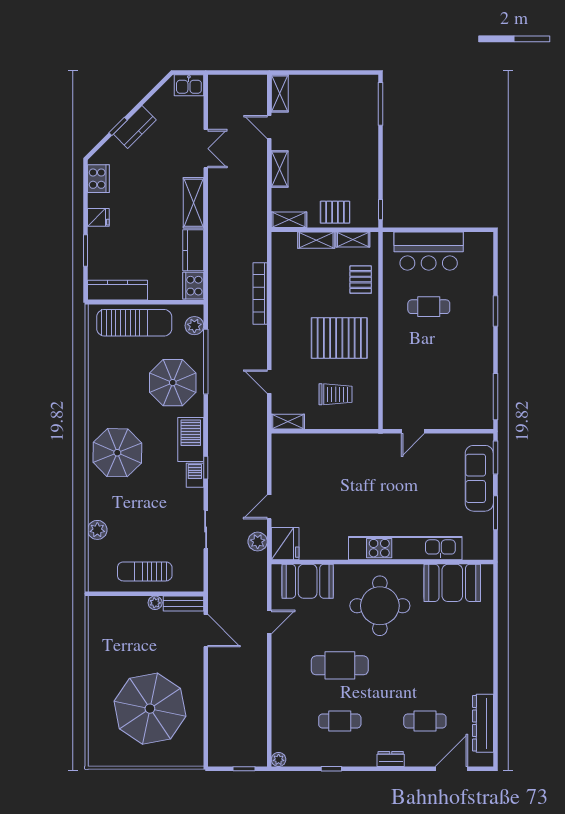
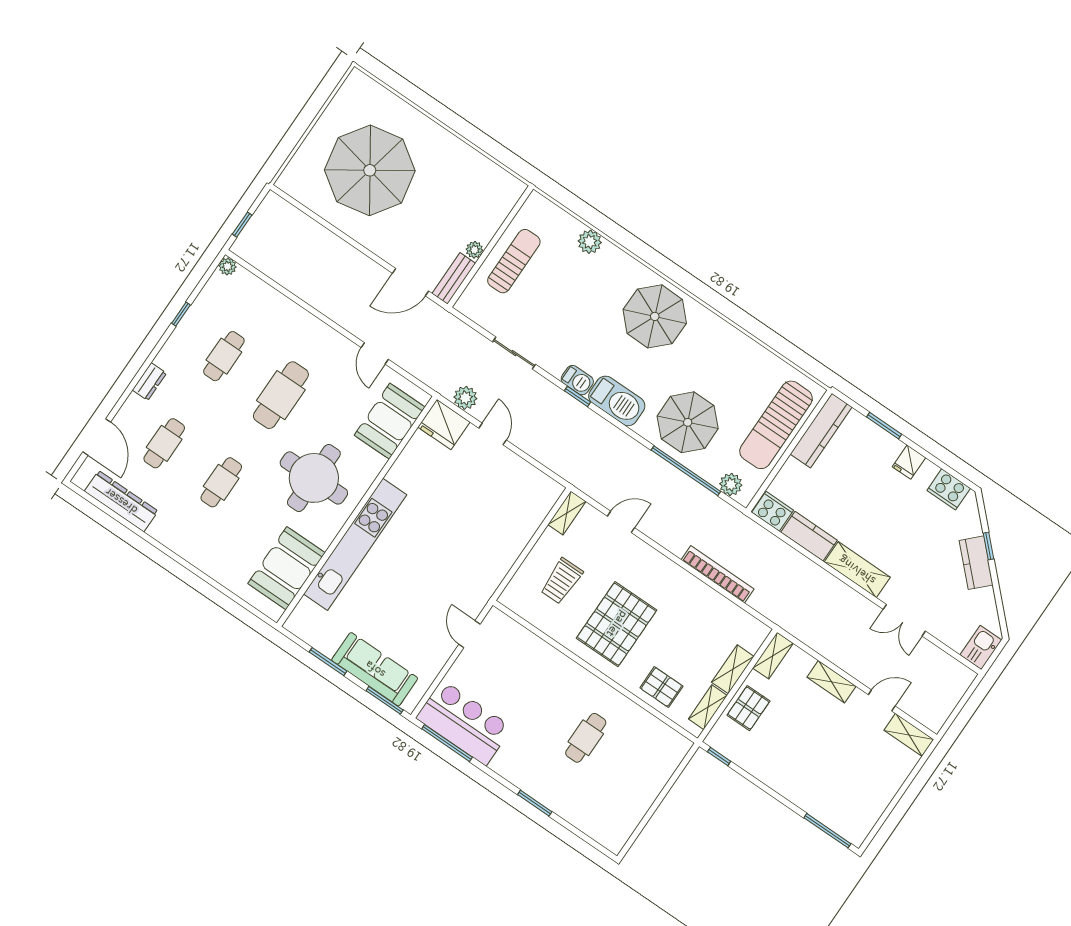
bar counter: (429, 251) -> (464, 723), moved, turned 90
cafe table: (425, 665) -> (221, 482), added

